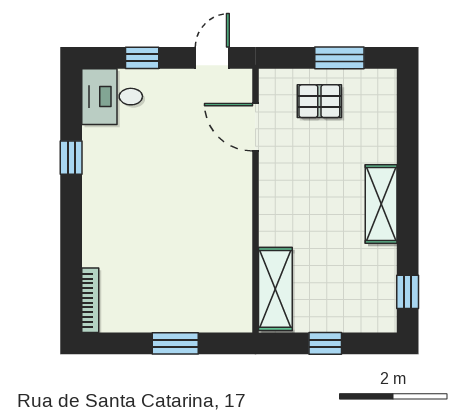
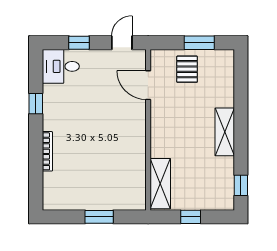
pallet: (319, 101) -> (187, 69), turned 90
bookcase: (90, 300) -> (47, 151), moved

